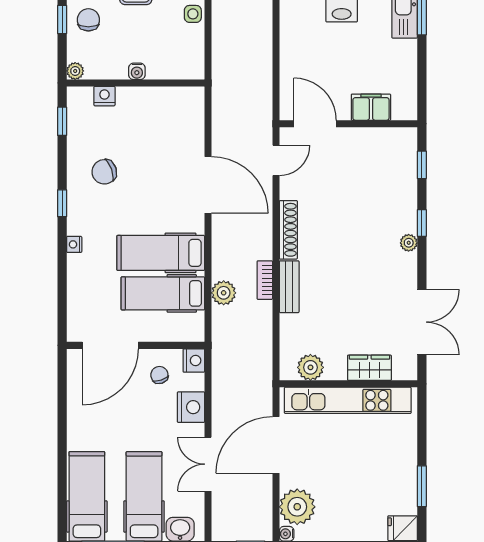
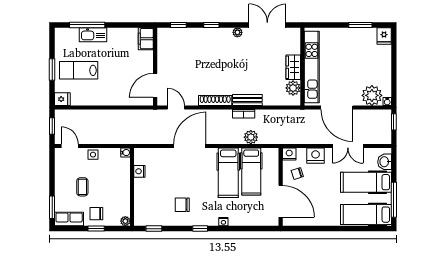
water cooler: (137, 71) -> (125, 153), moved
nightstand: (104, 96) -> (139, 171), moved
filing cabinet: (371, 107) -> (146, 39), moved
chair: (104, 172) -> (182, 205), turned 109
plant: (409, 243) -> (237, 32), moved
wardrobe: (369, 368) -> (293, 67), moved

